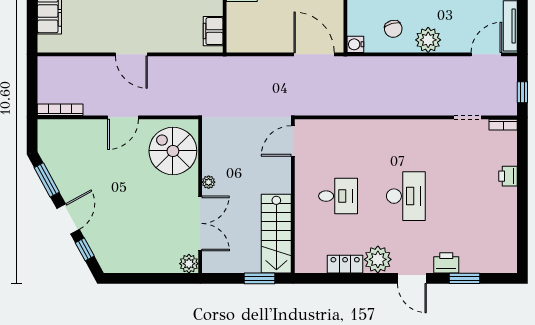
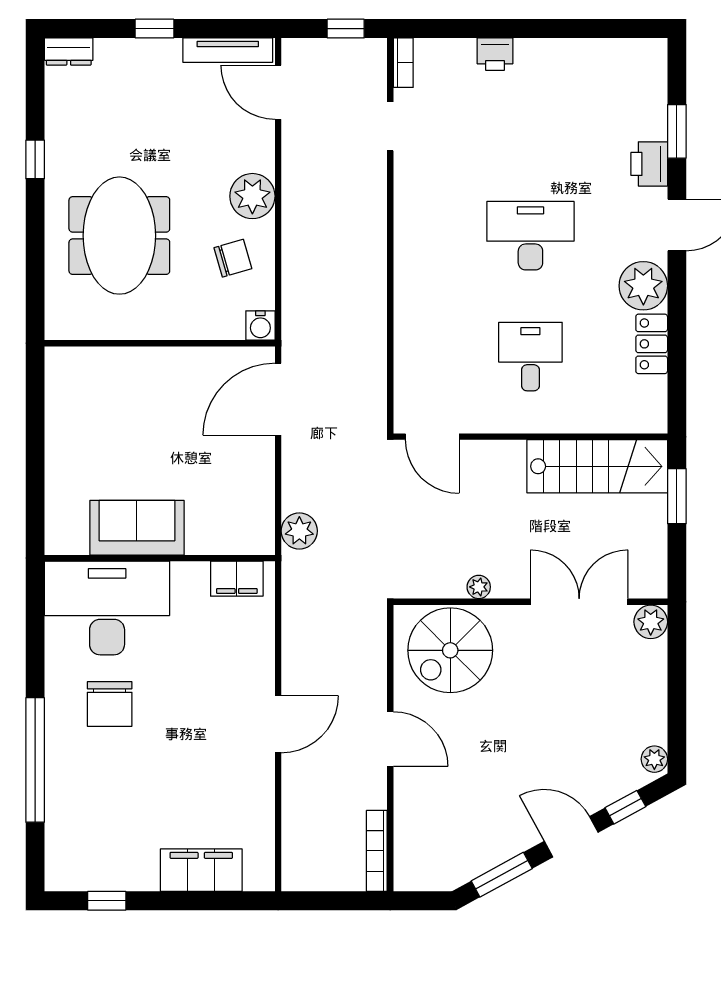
plant: (240, 66) -> (299, 531), added
plant: (209, 182) -> (479, 587), moved
plant: (112, 266) -> (654, 759), added

